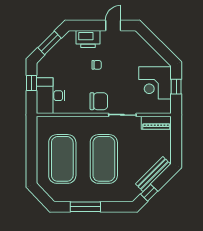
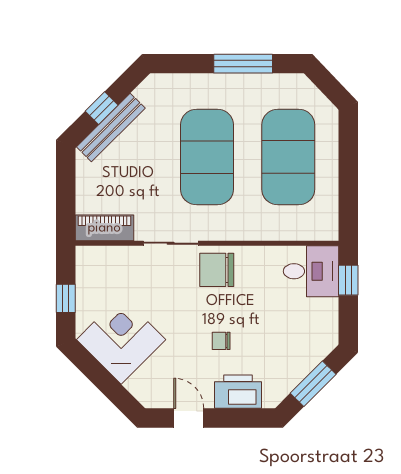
door: (113, 25) -> (189, 418), swing flipped
window: (32, 83) -> (348, 280), moved
corner desk: (155, 83) -> (121, 340), moved, turned -45
desk: (51, 96) -> (311, 271), width x0.73
window: (149, 193) -> (102, 108), moved

